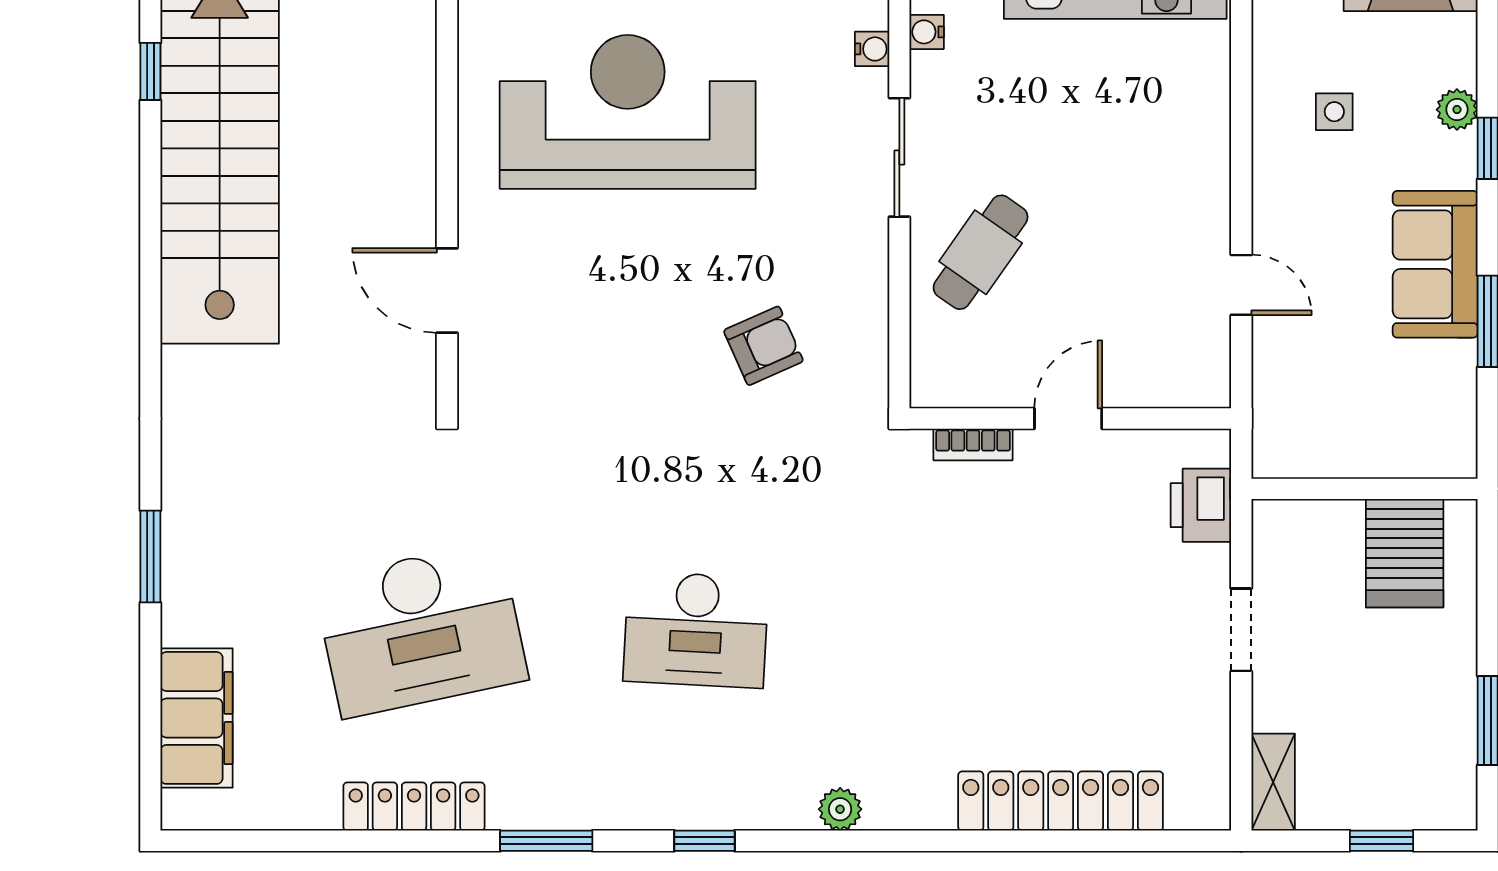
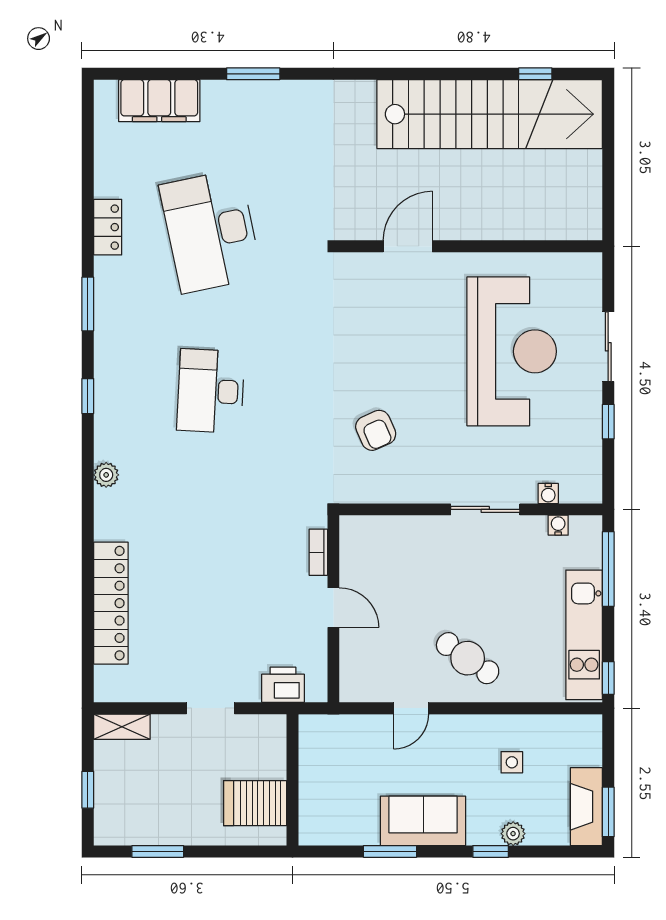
cafe table: (981, 252) -> (468, 658), moved
locker: (414, 807) -> (108, 227), width x0.66

